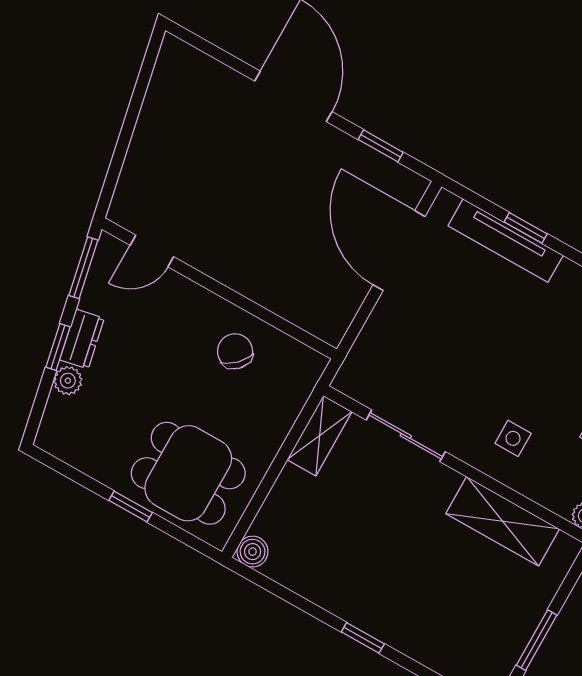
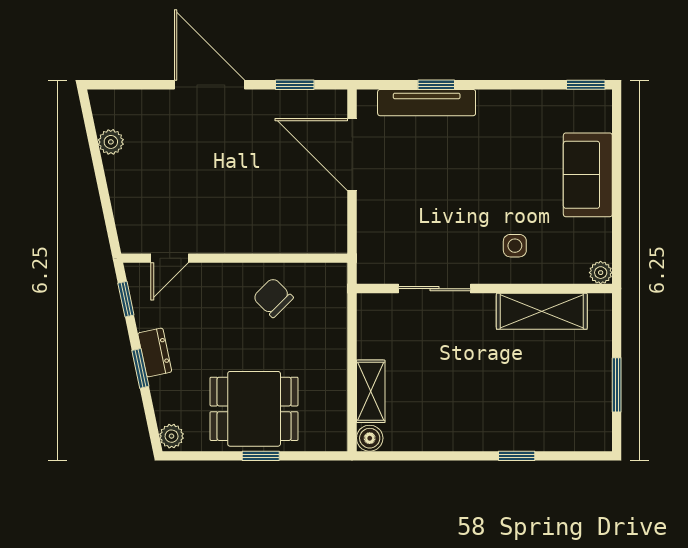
plant: (159, 98) -> (111, 142), added
window: (83, 268) -> (126, 299), width x0.67
plant: (68, 381) -> (172, 436), moved
shelving: (320, 436) -> (371, 391), moved
dining table: (188, 473) -> (254, 409), moved
window: (363, 638) -> (517, 456), moved

